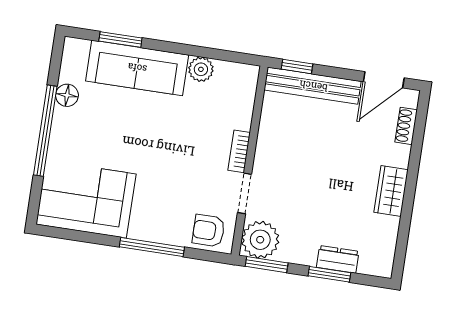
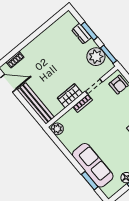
window: (297, 66) -> (35, 115), removed
plant: (201, 69) -> (57, 129), moved
wardrobe: (391, 191) -> (70, 96), moved, turned 180
plant: (260, 240) -> (96, 57), moved

